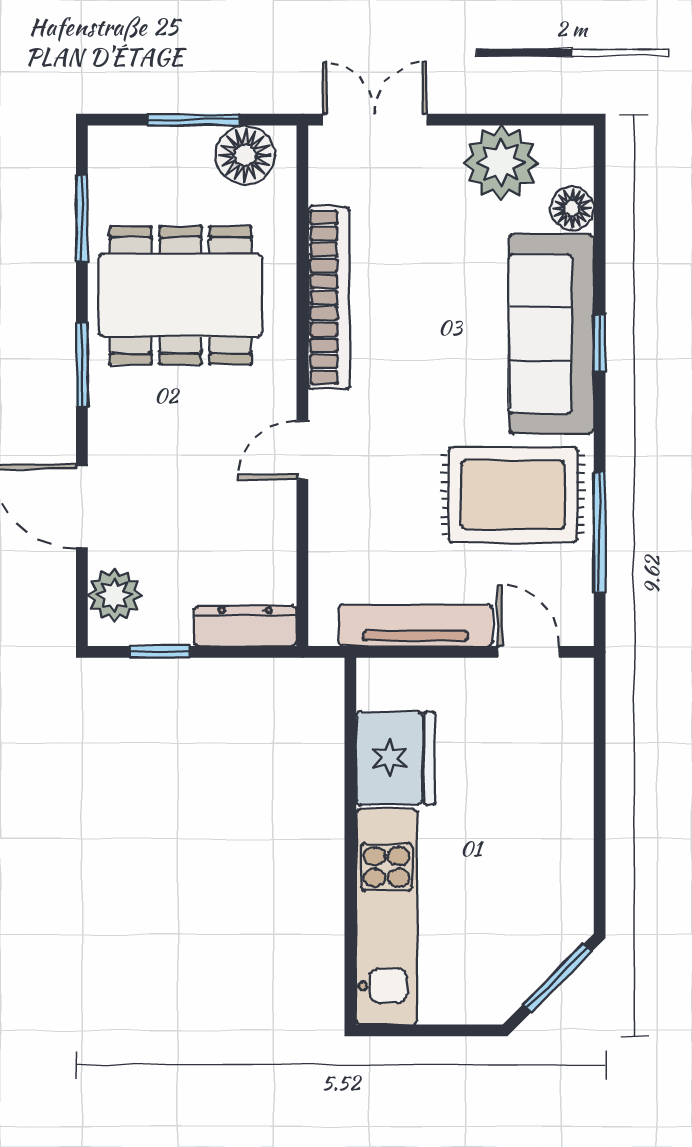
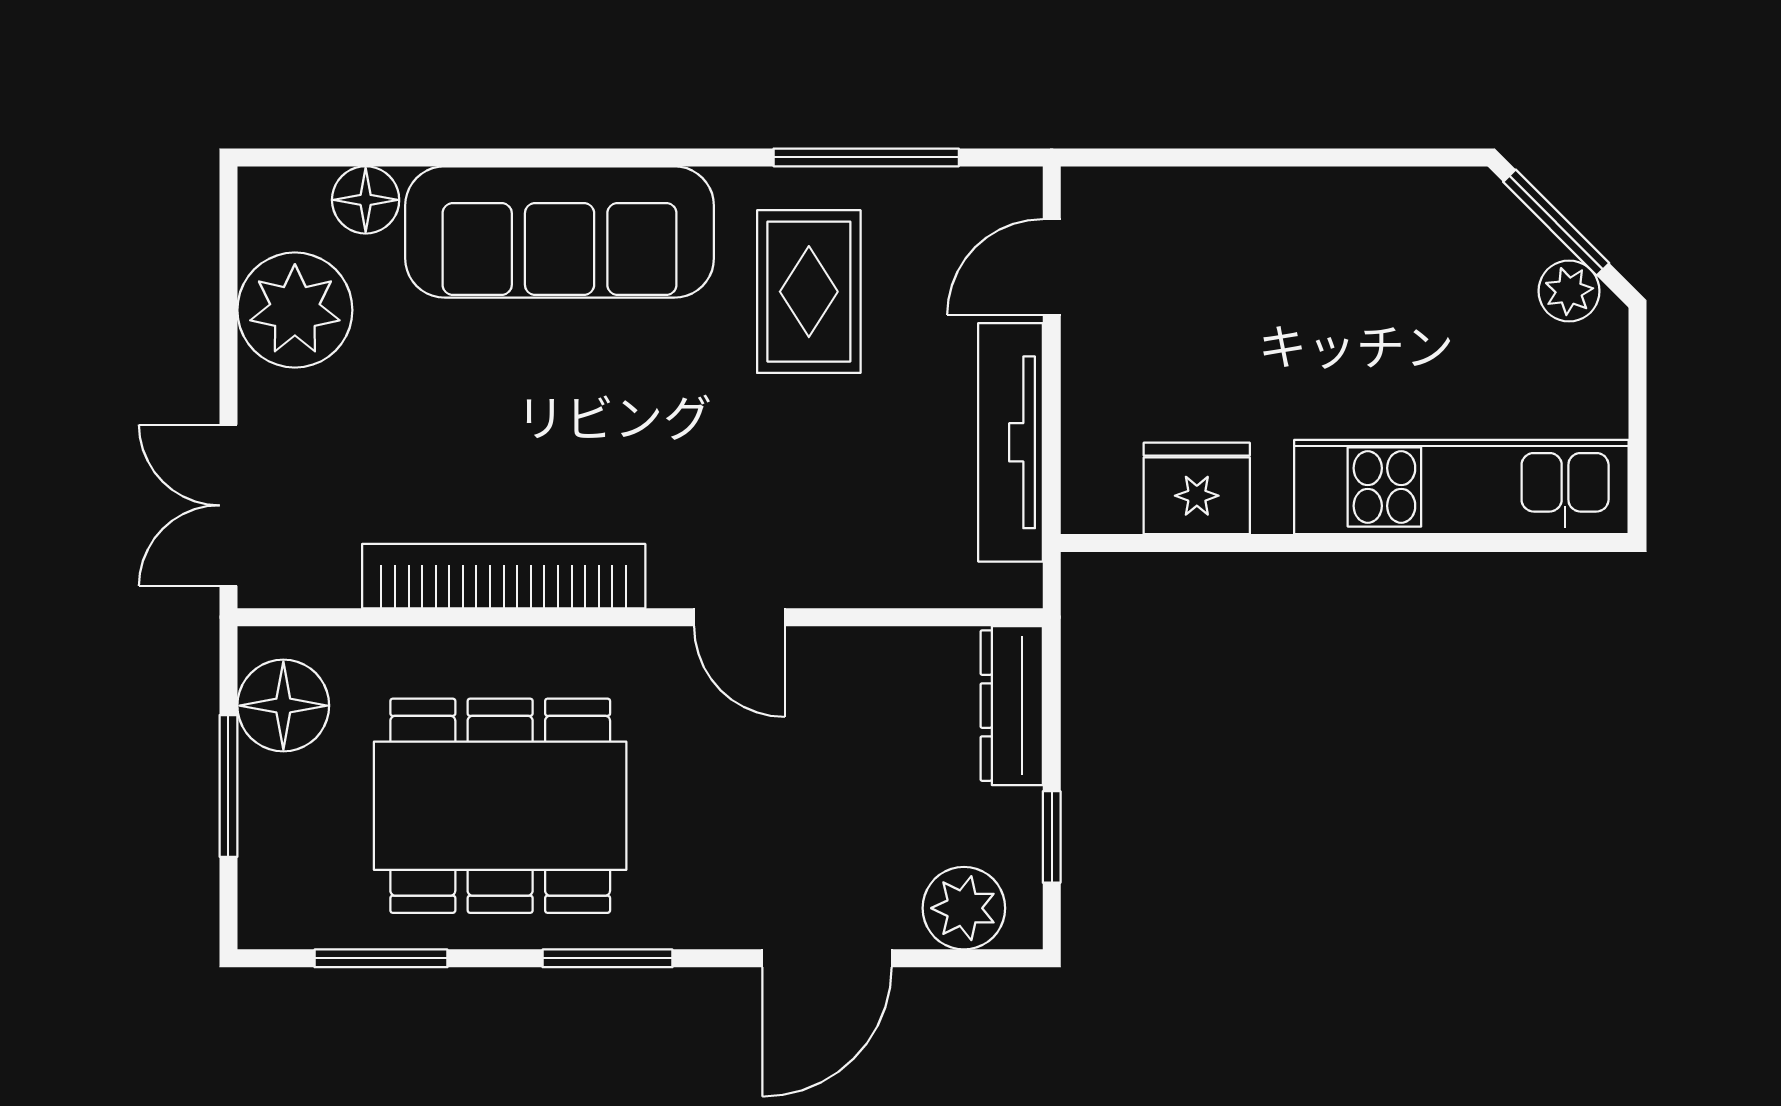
dining table: (180, 295) -> (500, 806), turned 90
window: (600, 343) -> (574, 157), removed
rug: (513, 495) -> (809, 292), width x0.73, depth x0.70
fridge: (396, 758) -> (1197, 488), width x0.73, depth x0.75
plant: (513, 986) -> (1569, 291), added

